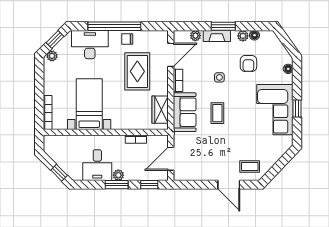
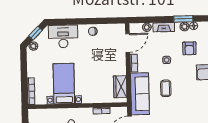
window: (114, 26) -> (82, 21), removed
window: (223, 26) -> (183, 19), moved
rug: (137, 71) -> (101, 57), removed
sofa: (185, 112) -> (140, 94), width x1.36

